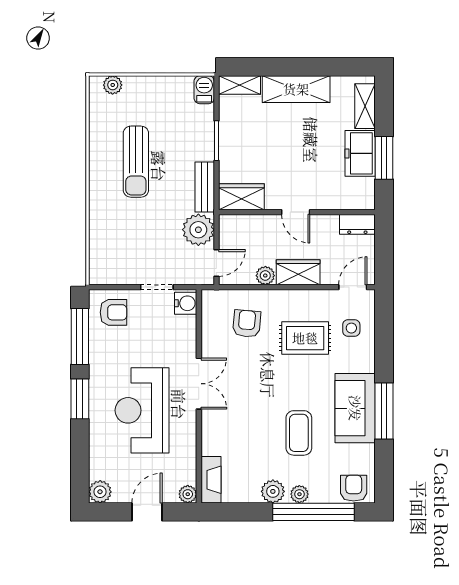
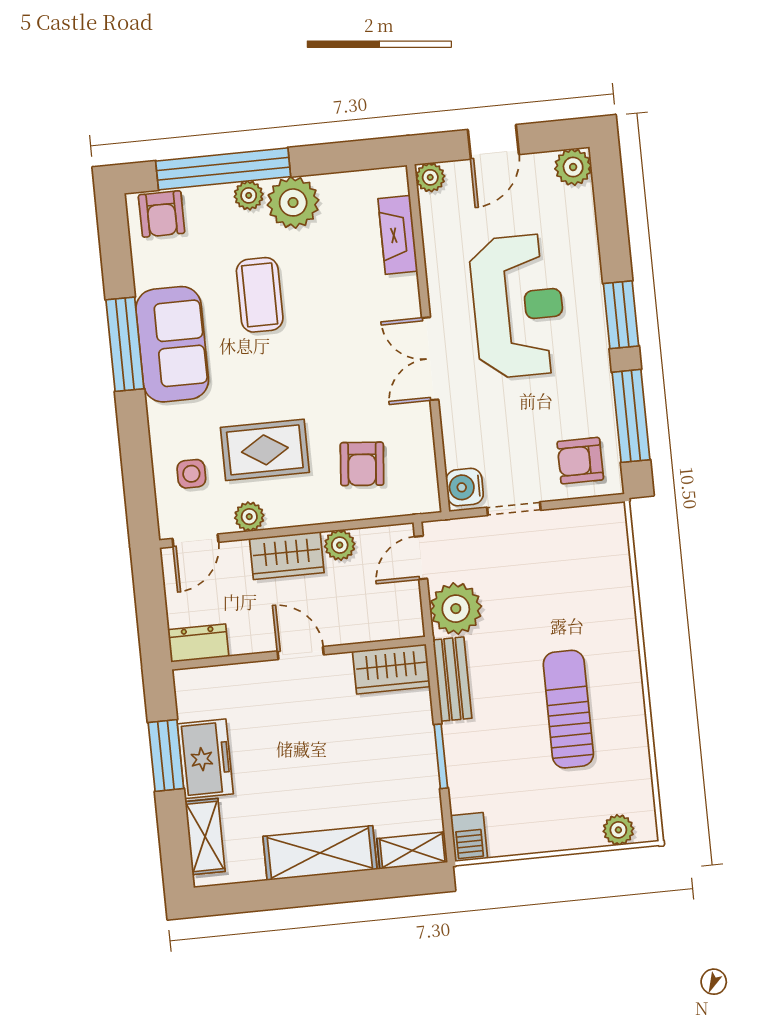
plant: (319, 298) -> (249, 517), added
fireplace: (211, 480) -> (398, 235), moved
plant: (273, 491) -> (293, 202), width x1.36, depth x1.36

